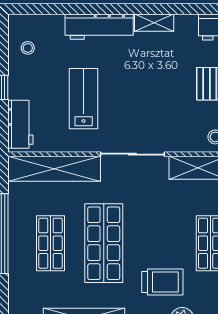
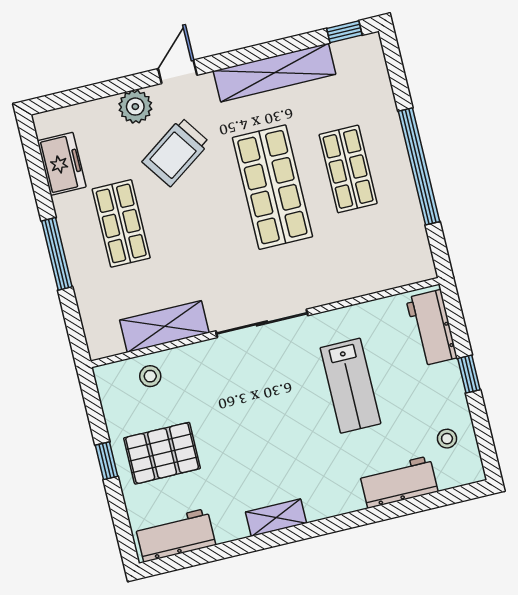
workbench: (99, 27) -> (399, 482), moved, width x0.73
shelving: (54, 169) -> (368, 276), removed
trolley: (162, 282) -> (176, 152), turned -35

